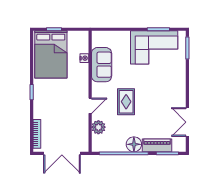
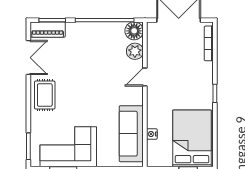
sofa: (102, 65) -> (131, 134), width x1.36
rug: (126, 102) -> (45, 95), moved
floor lamp: (134, 144) -> (134, 31), moved
piano: (157, 145) -> (48, 30), moved

